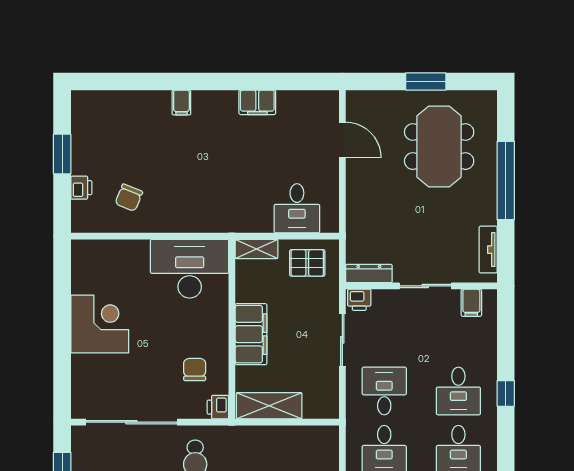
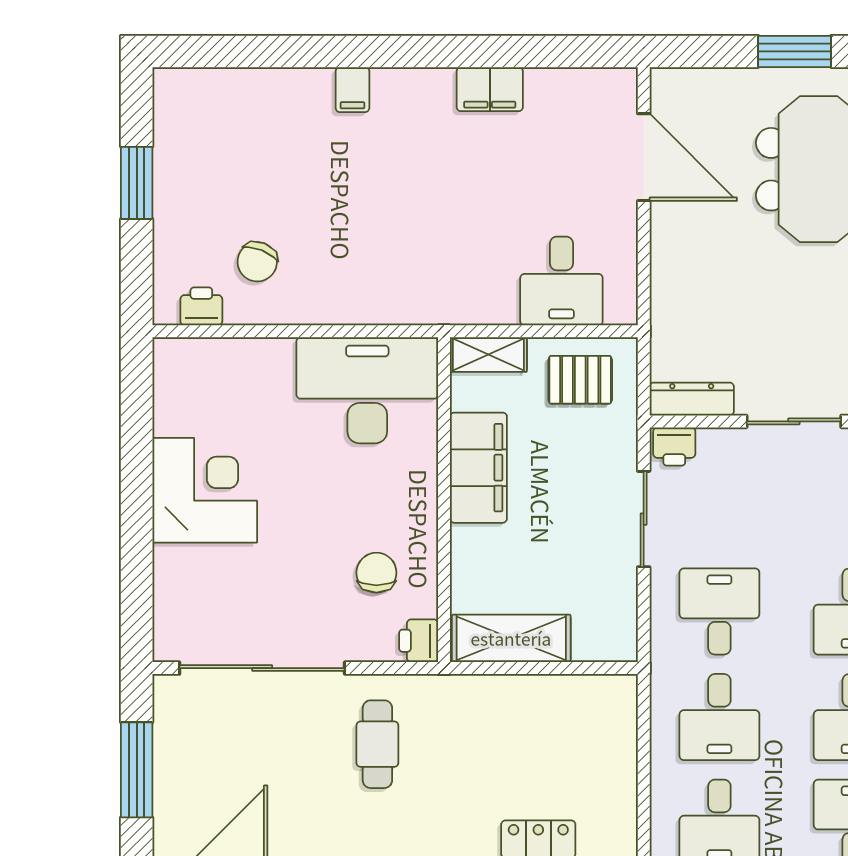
door: (342, 140) -> (644, 157), width x1.36
printer: (81, 188) -> (201, 306), moved, turned -90
filing cabinet: (251, 334) -> (478, 468), moved

